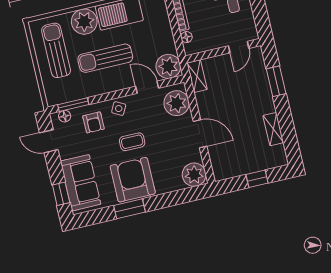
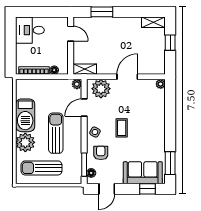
sun lounger: (105, 58) -> (56, 133), turned 180
plant: (168, 66) -> (77, 84), width x0.53, depth x0.53
armchair: (93, 122) -> (101, 153), turned -90
shelving: (273, 129) -> (153, 22), moved
plant: (194, 175) -> (161, 84), width x0.53, depth x0.53
armchair: (133, 180) -> (149, 134), removed
window: (129, 209) -> (170, 163), moved

